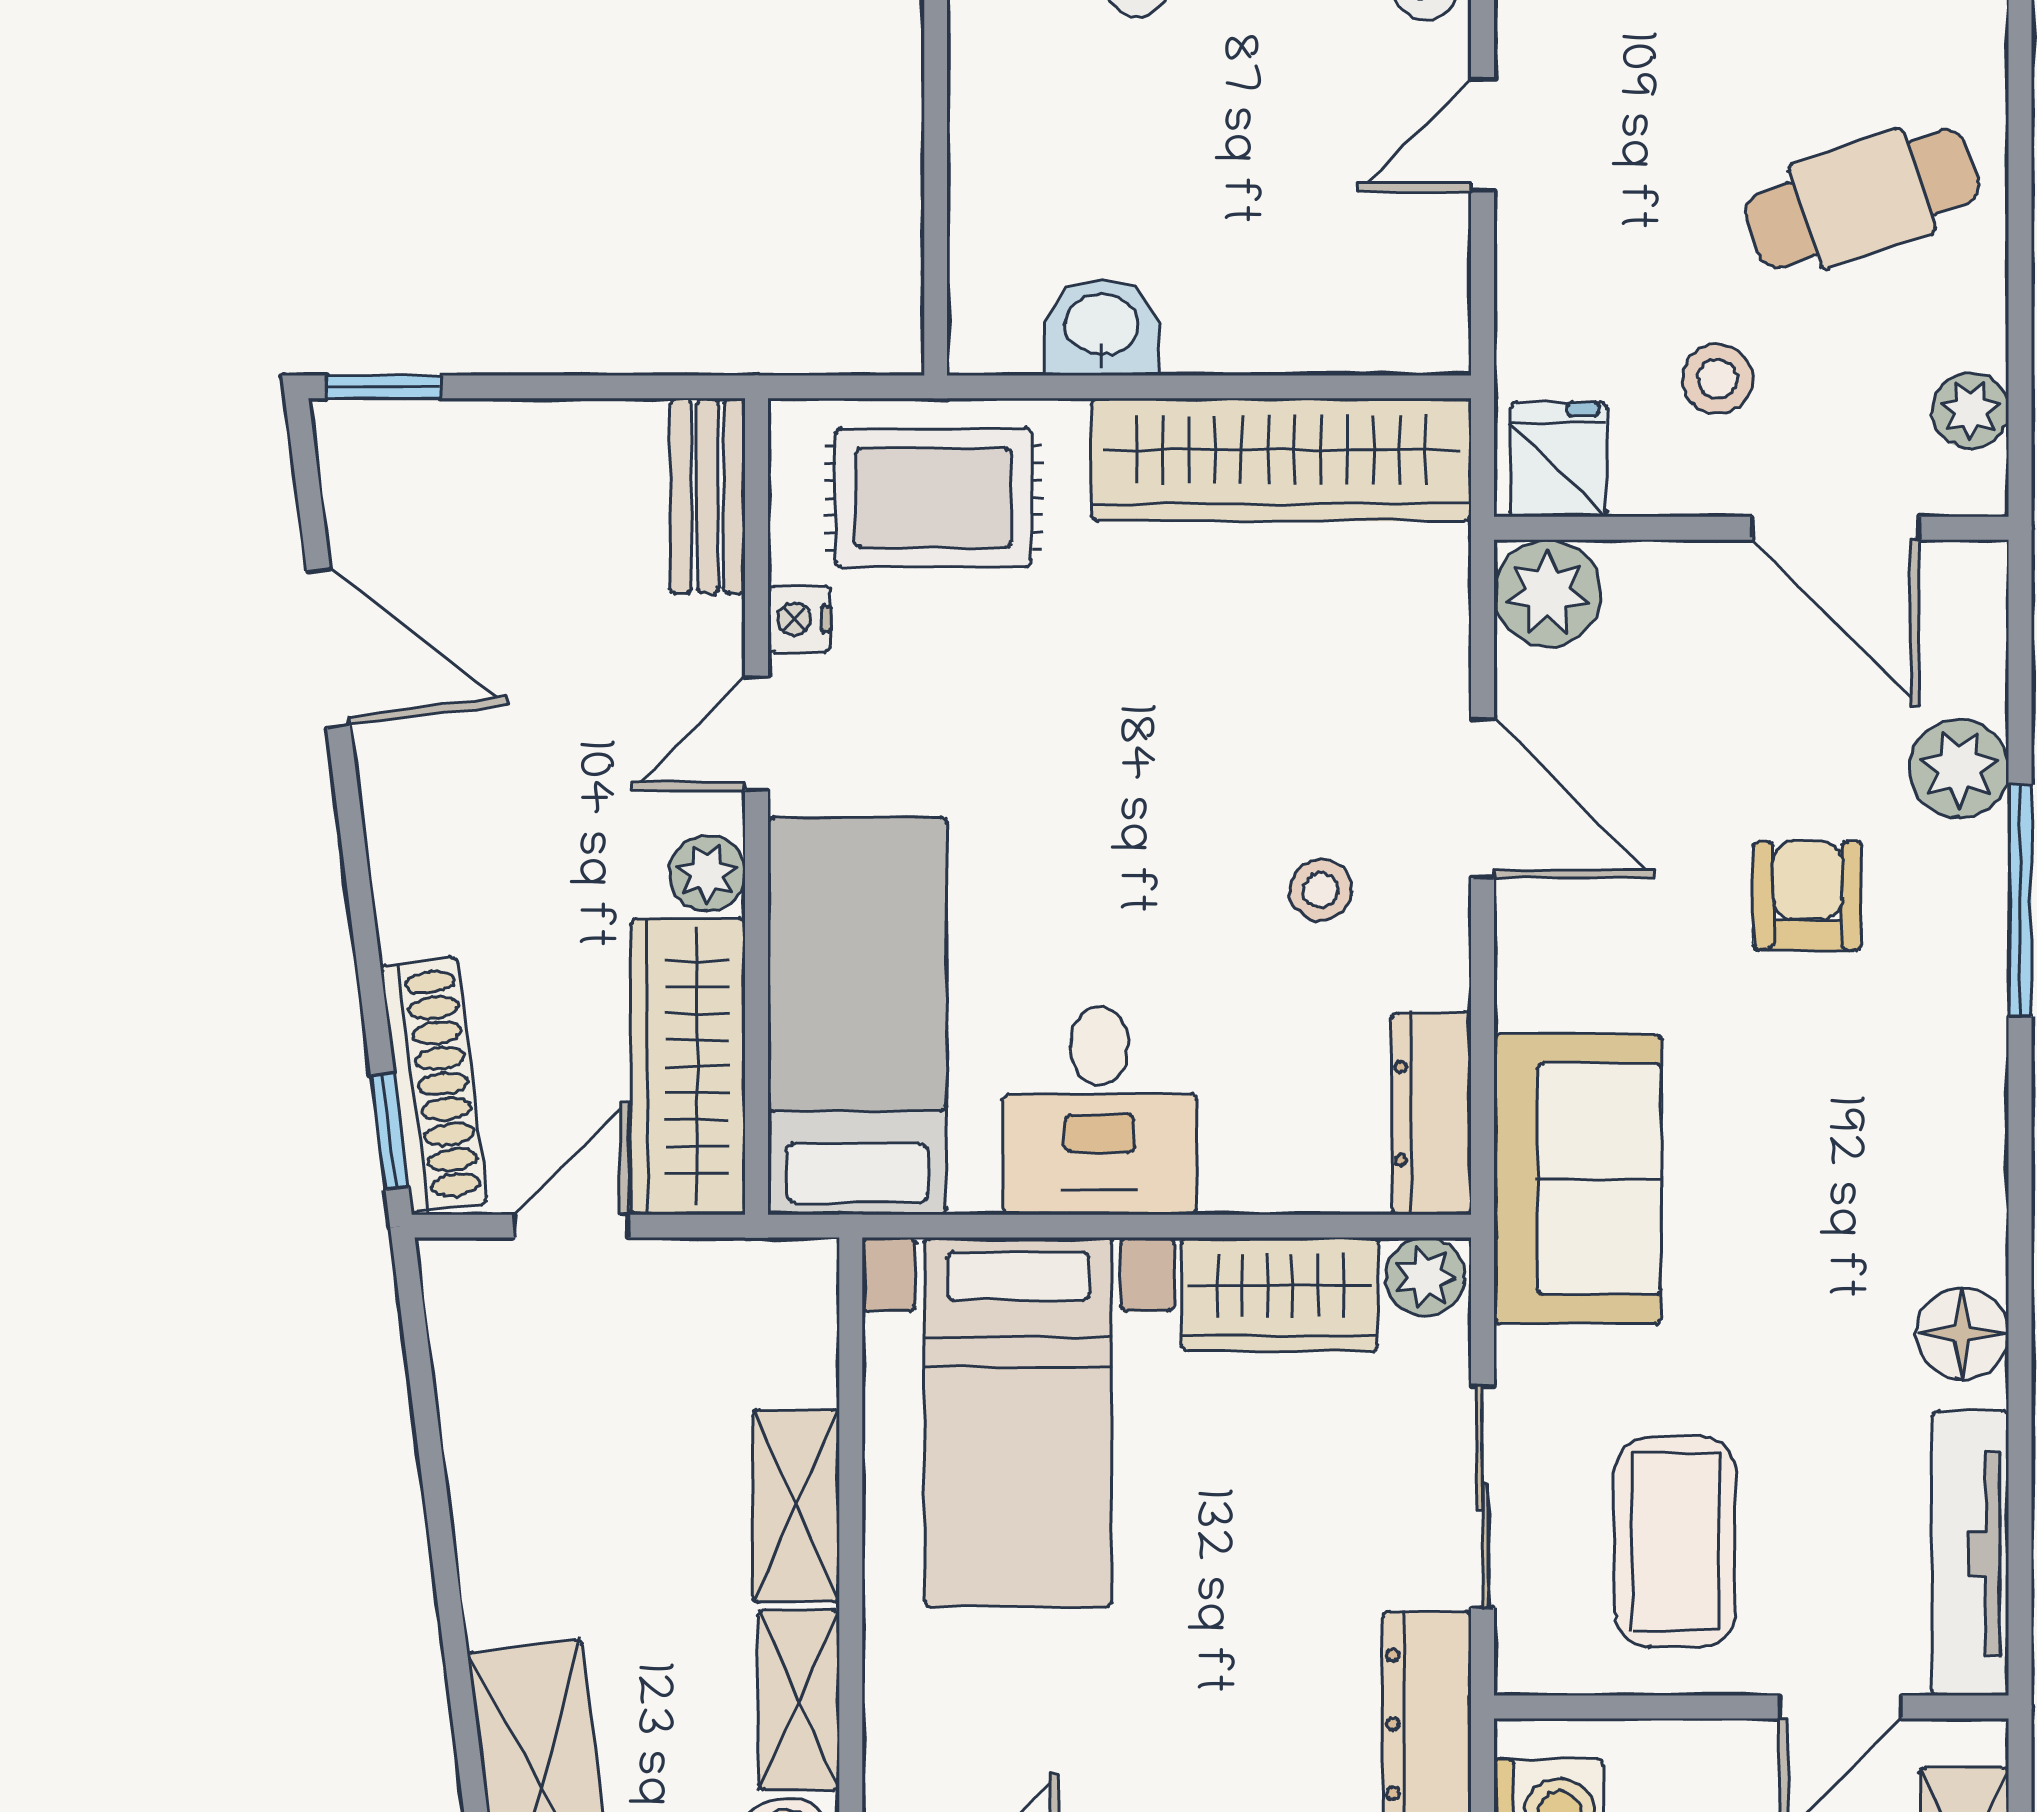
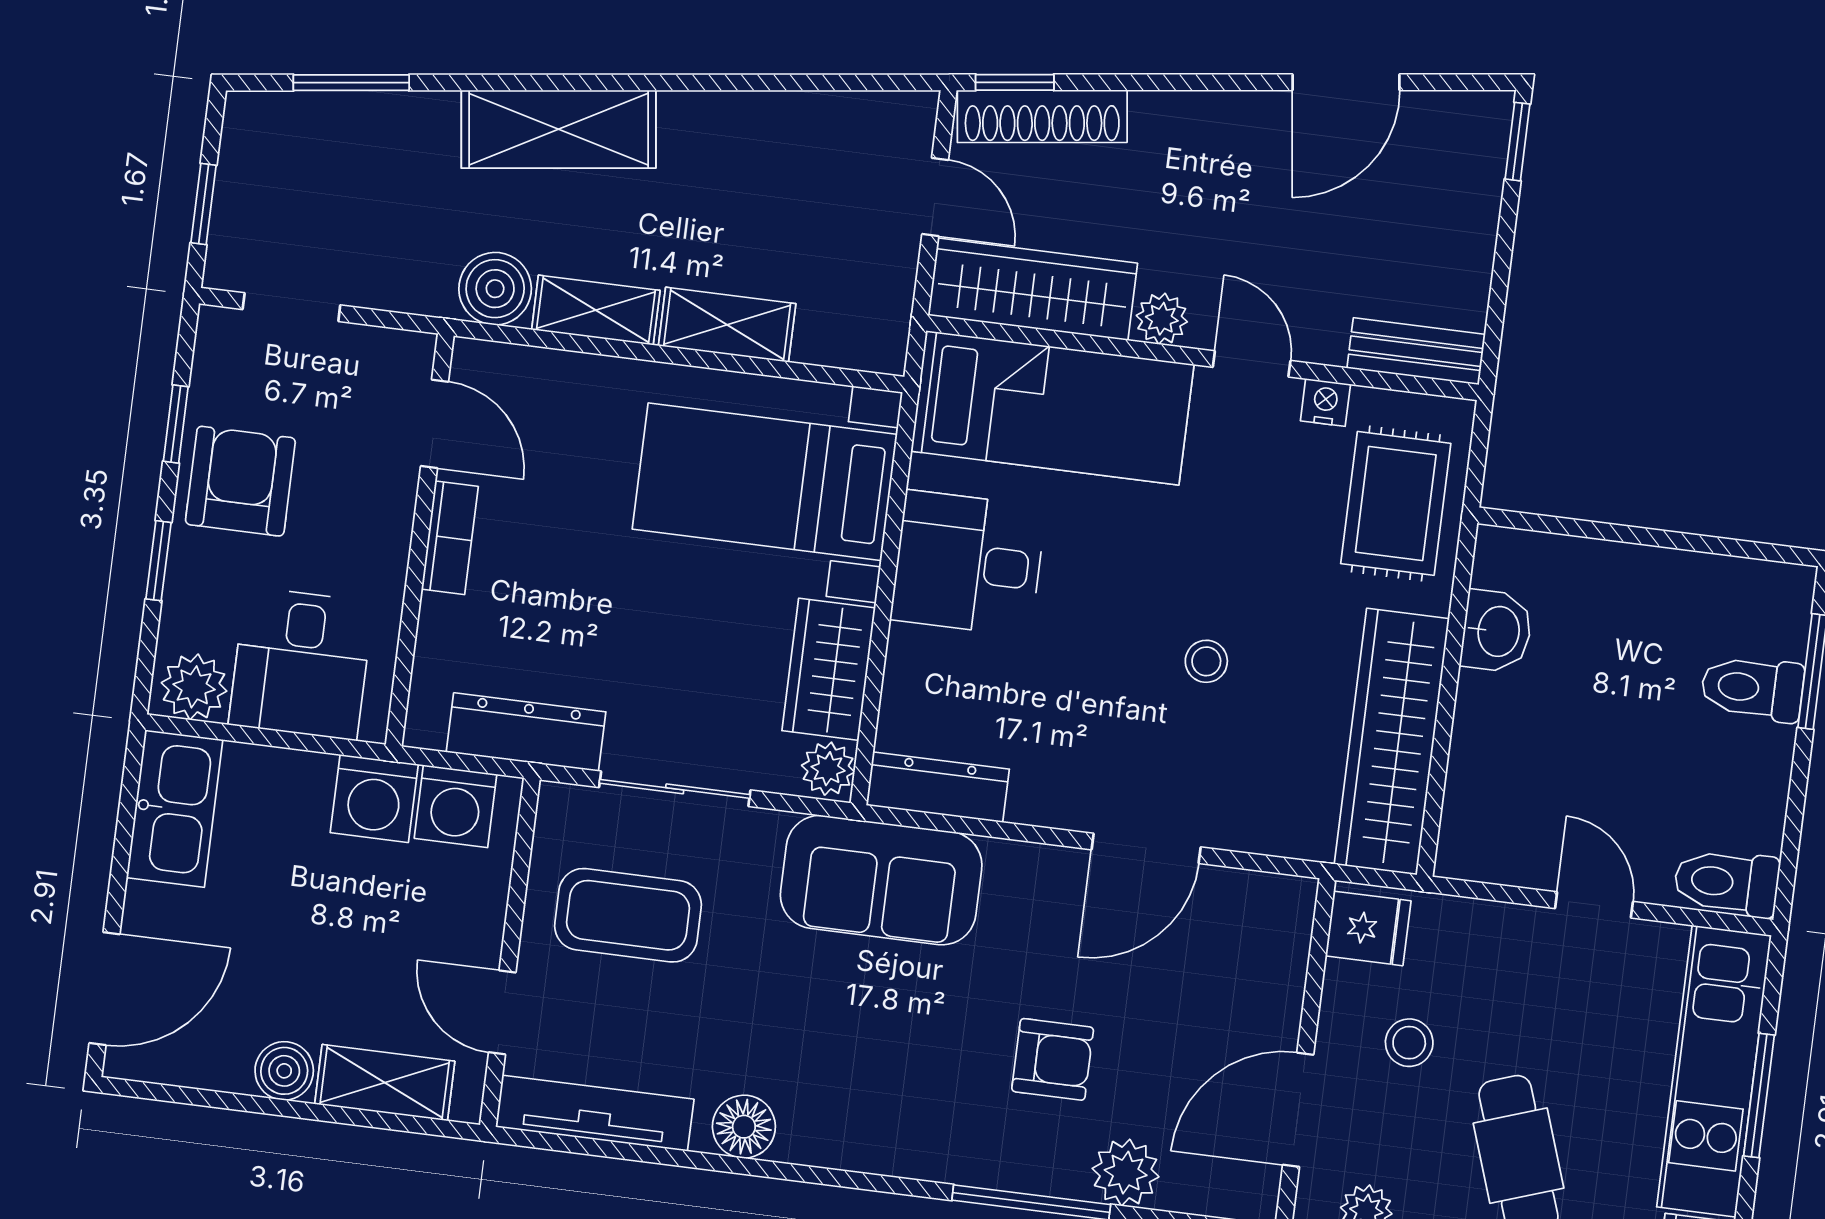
plant: (1547, 593) -> (1279, 910), removed
stool: (1321, 890) -> (1206, 661), moved

